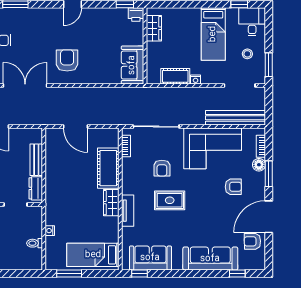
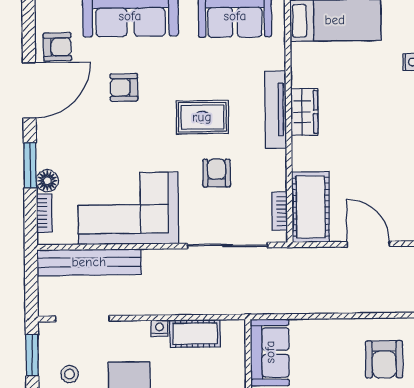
cot: (108, 168) -> (311, 207), moved
armchair: (233, 187) -> (124, 87), moved
tv unit: (128, 211) -> (276, 109), width x1.41

